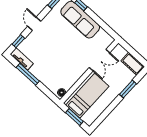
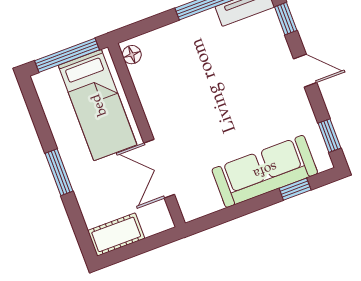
window: (128, 89) -> (59, 172), moved
window: (74, 117) -> (67, 55), width x1.44

